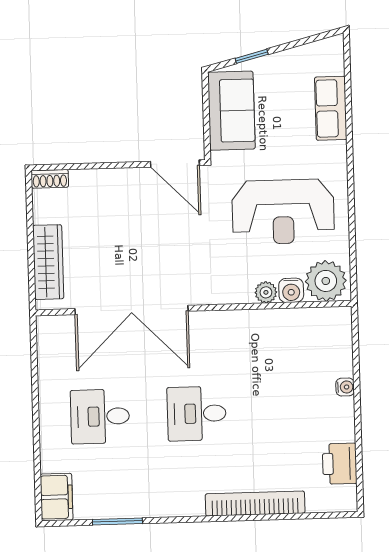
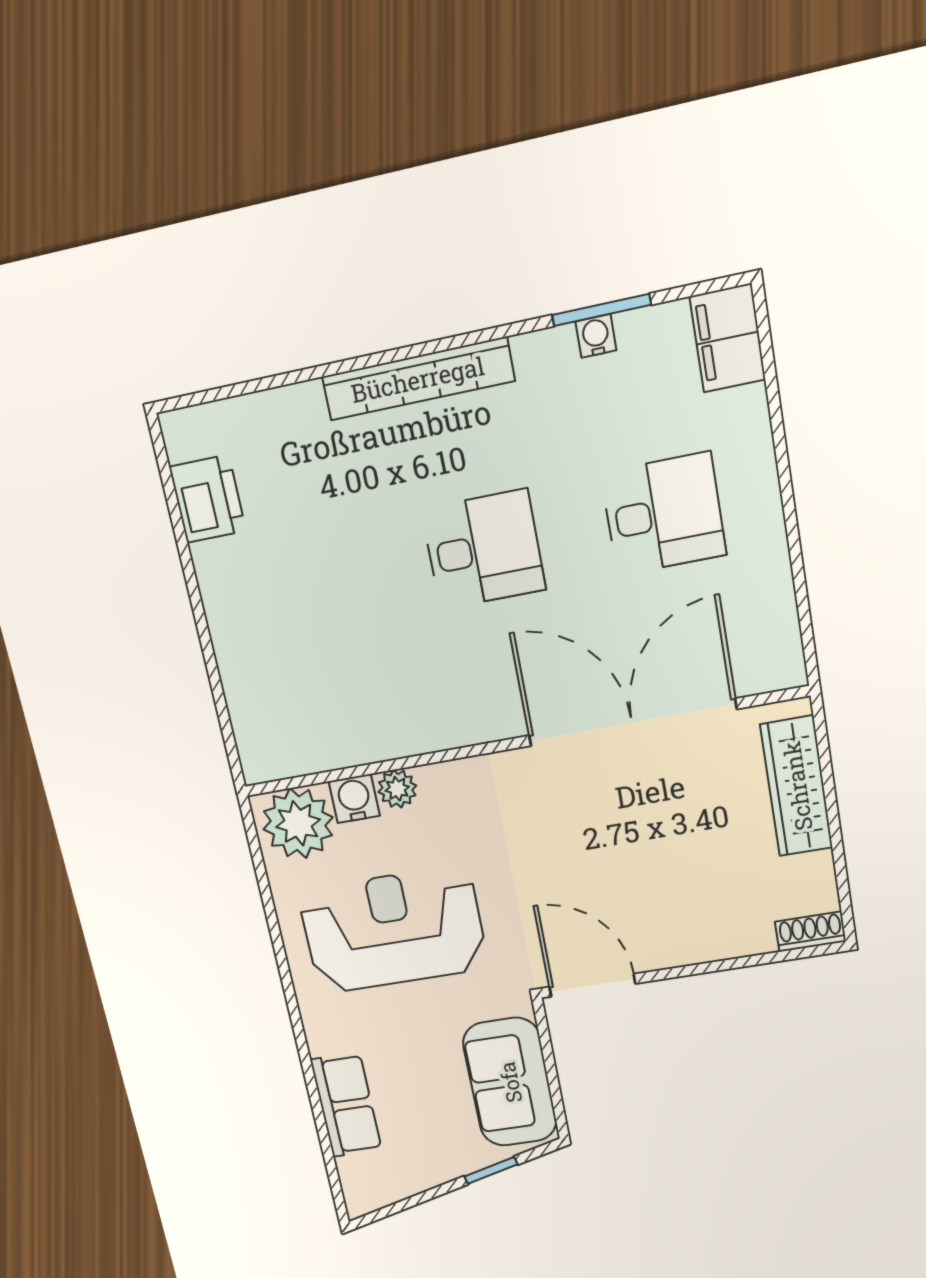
water cooler: (345, 387) -> (596, 336), moved, turned 90
bookcase: (255, 504) -> (418, 379), moved

